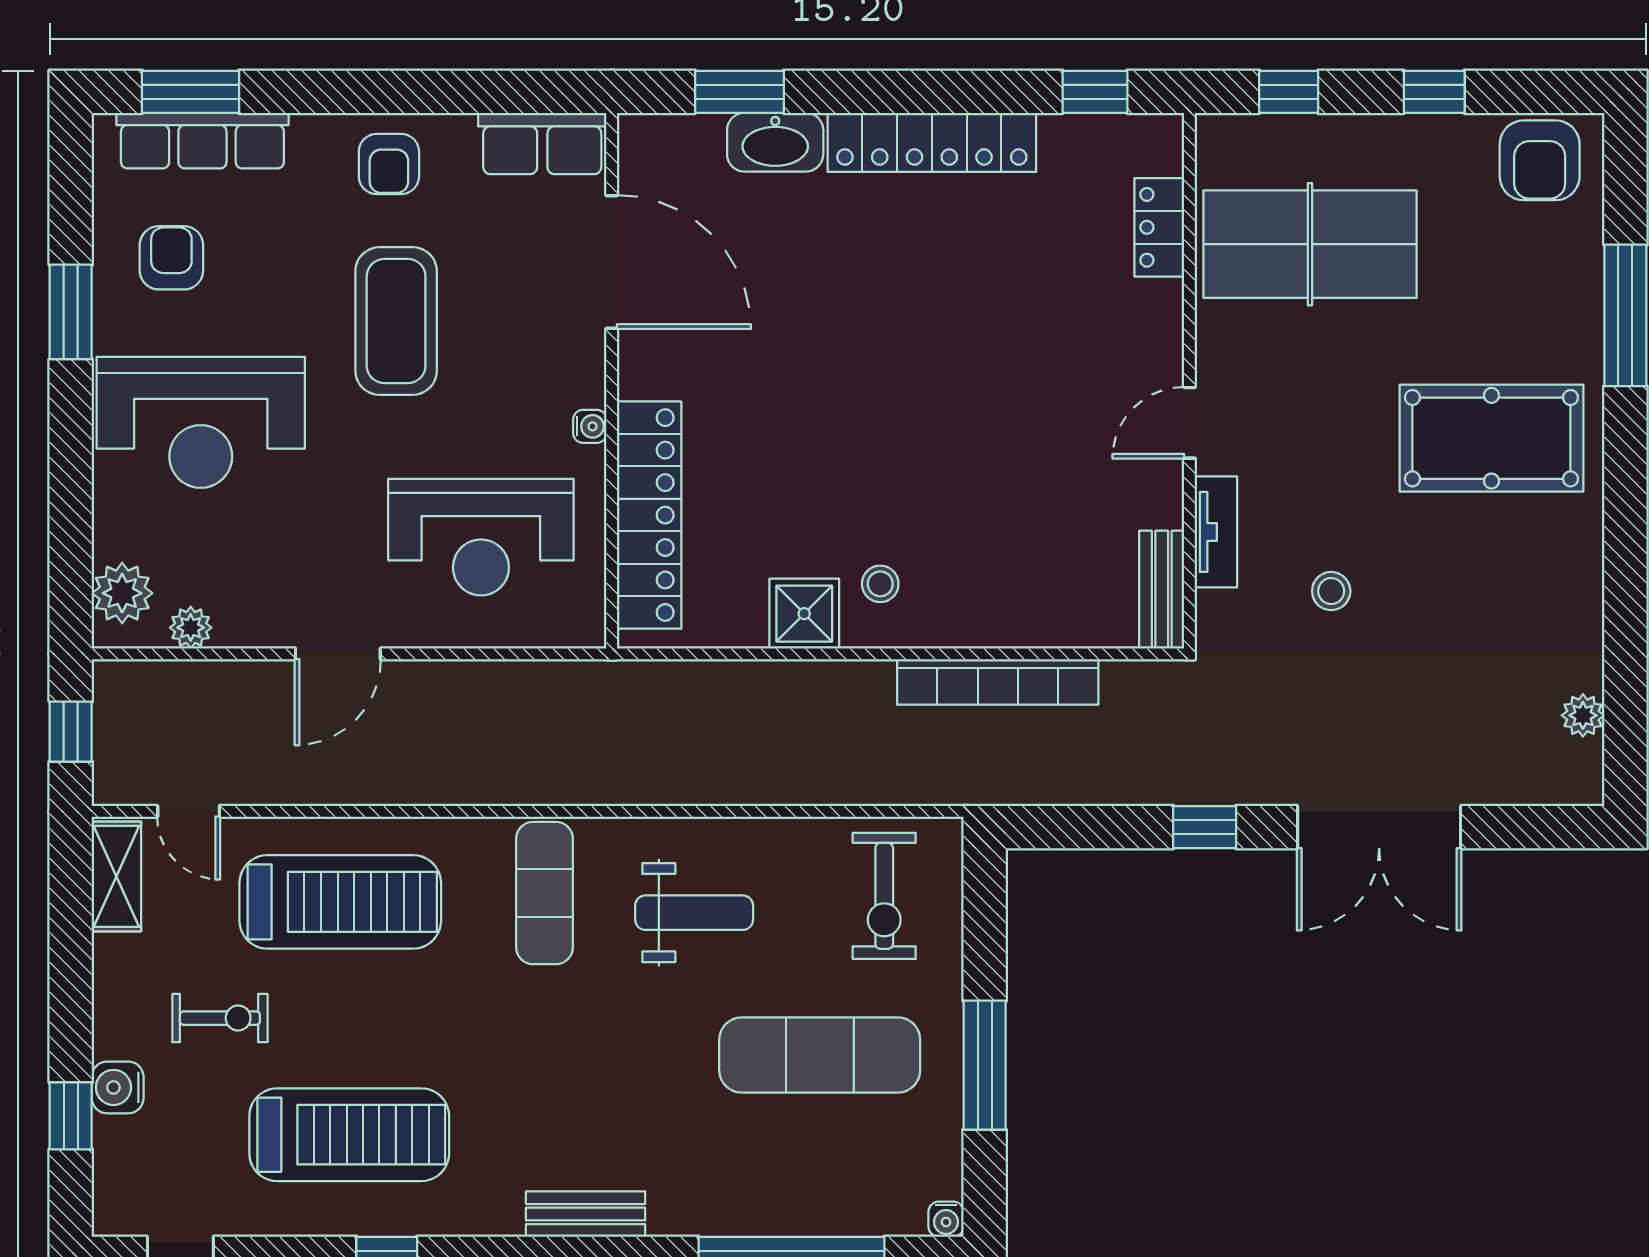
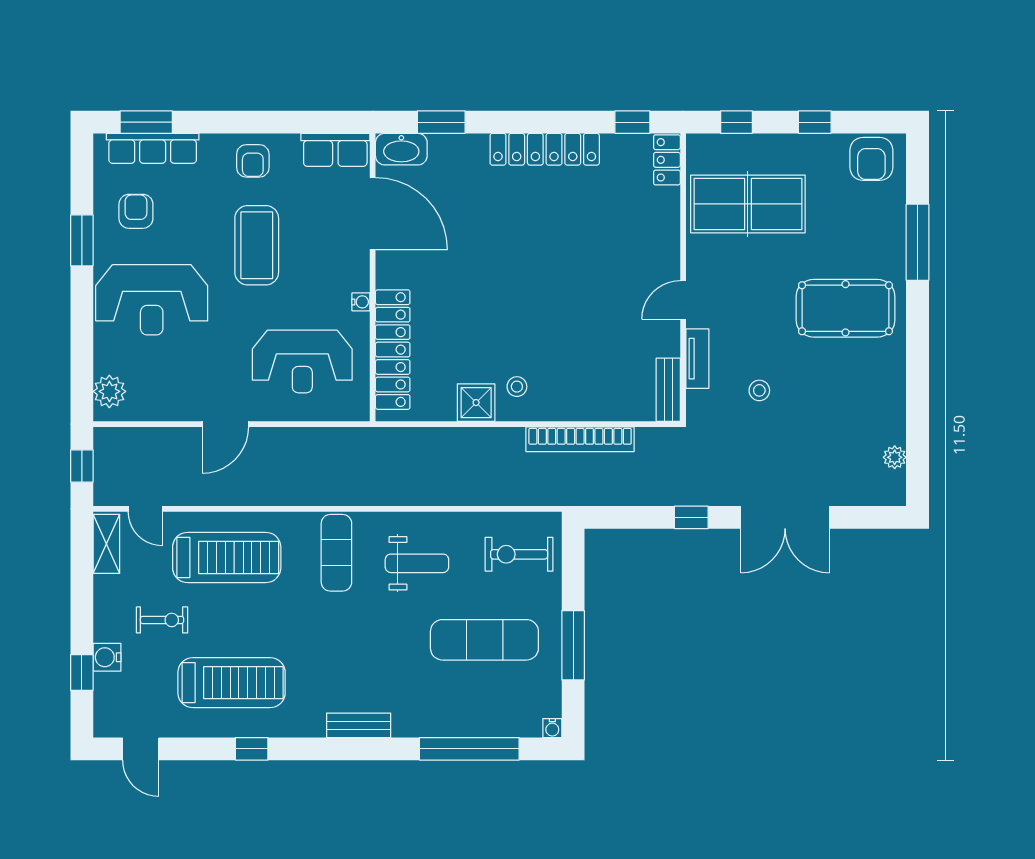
washbasin: (775, 142) -> (401, 149), moved
locker: (1159, 227) -> (667, 160), moved
plant: (191, 628) -> (146, 410), removed
exercise bike: (884, 896) -> (519, 554), turned 90

